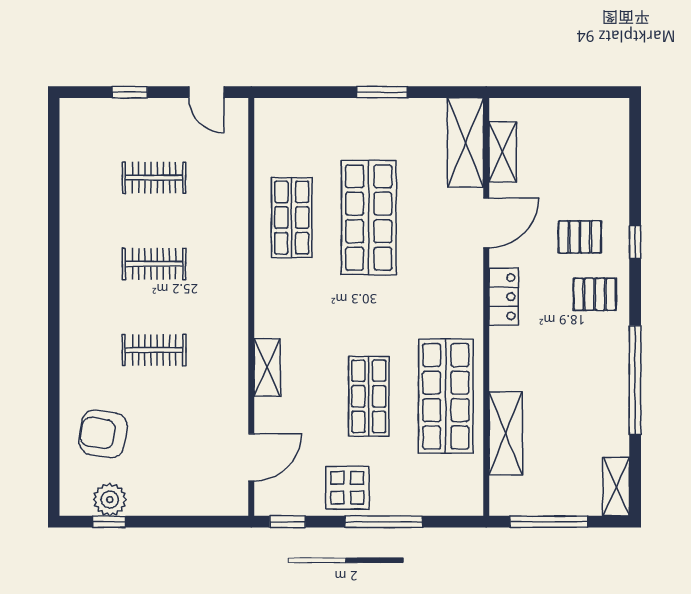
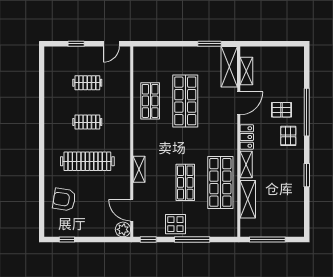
door: (206, 92) -> (111, 44), hinge flipped
window: (382, 92) -> (210, 44), moved
window: (635, 242) -> (307, 112), width x3.17
pallet: (595, 294) -> (288, 136), turned 90
clothes rail: (154, 350) -> (87, 161), width x1.86, depth x1.31
window: (635, 380) -> (307, 175), width x0.47
door: (251, 457) -> (132, 210), swing flipped
shelving: (616, 487) -> (246, 165), moved
plant: (110, 500) -> (123, 229), moved

